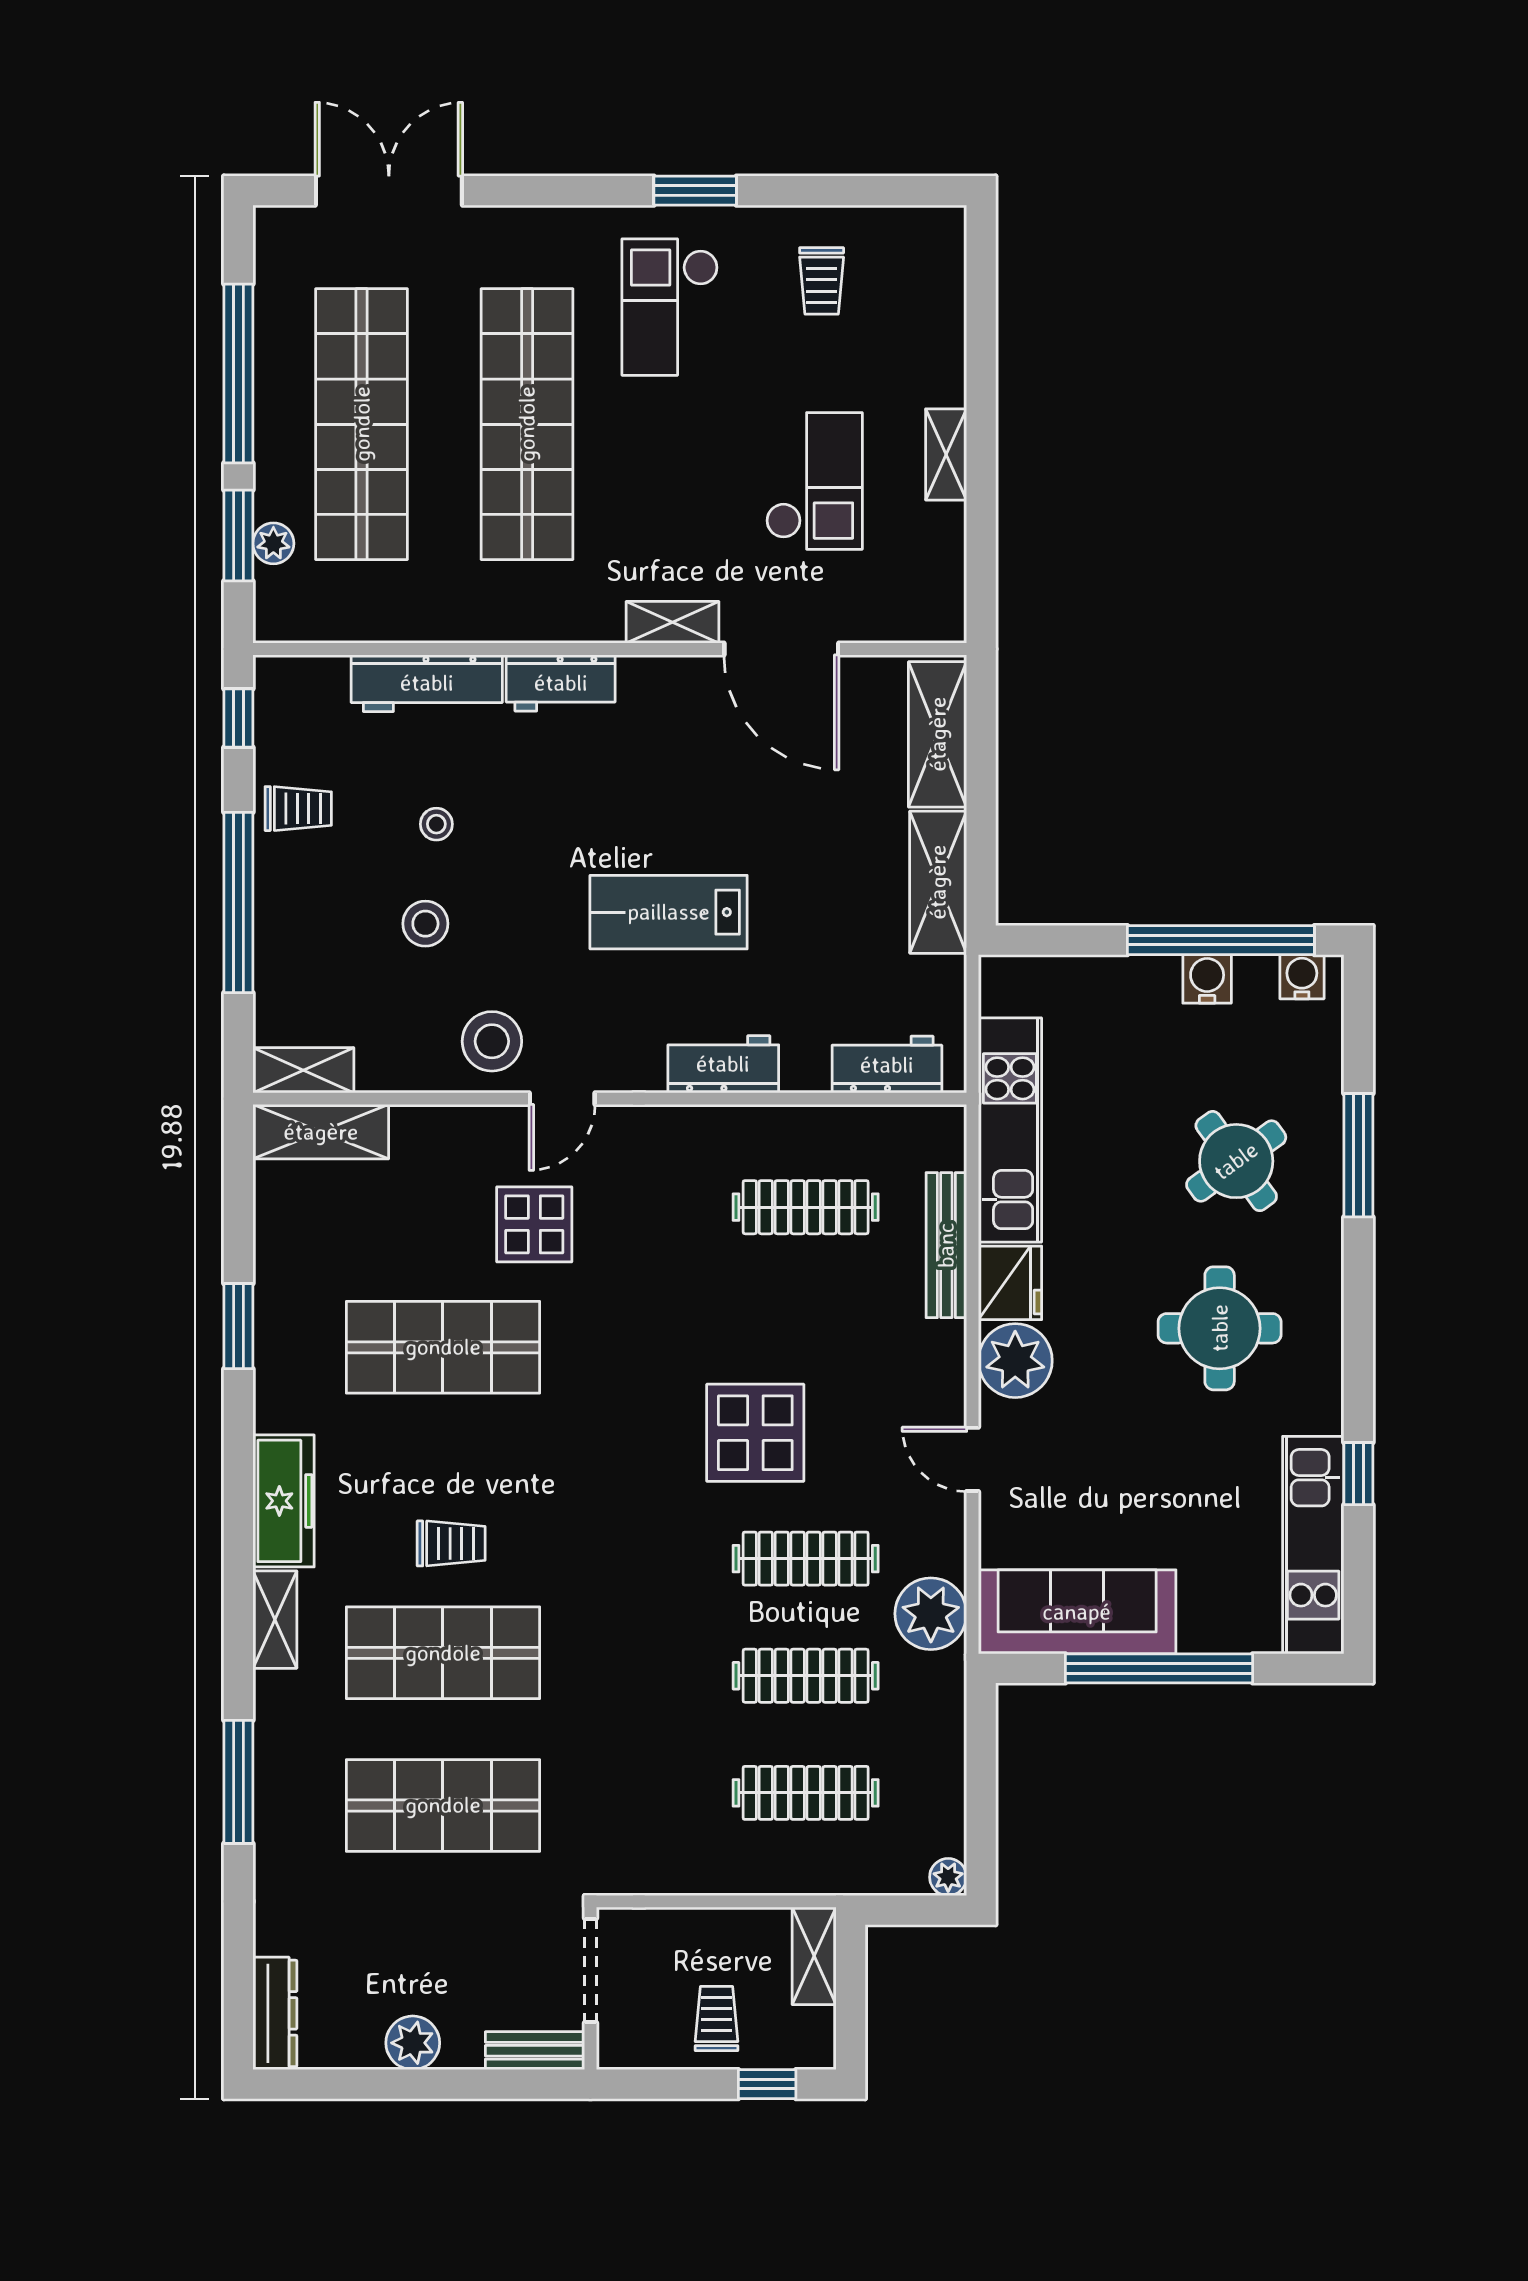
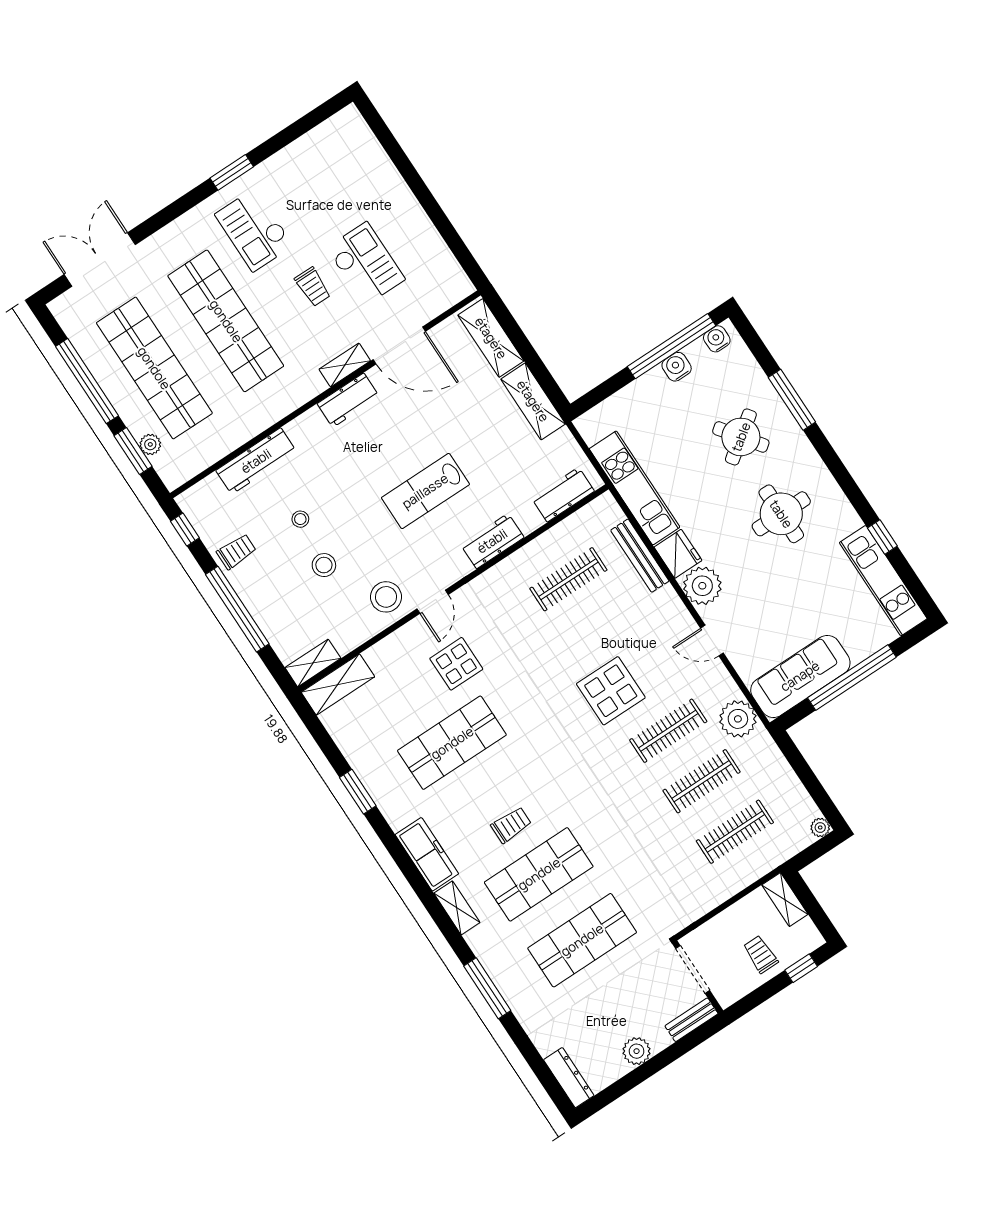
trolley: (822, 281) -> (313, 287), moved
shelving: (946, 454) -> (415, 215), removed
workbench: (561, 683) -> (348, 400), moved

